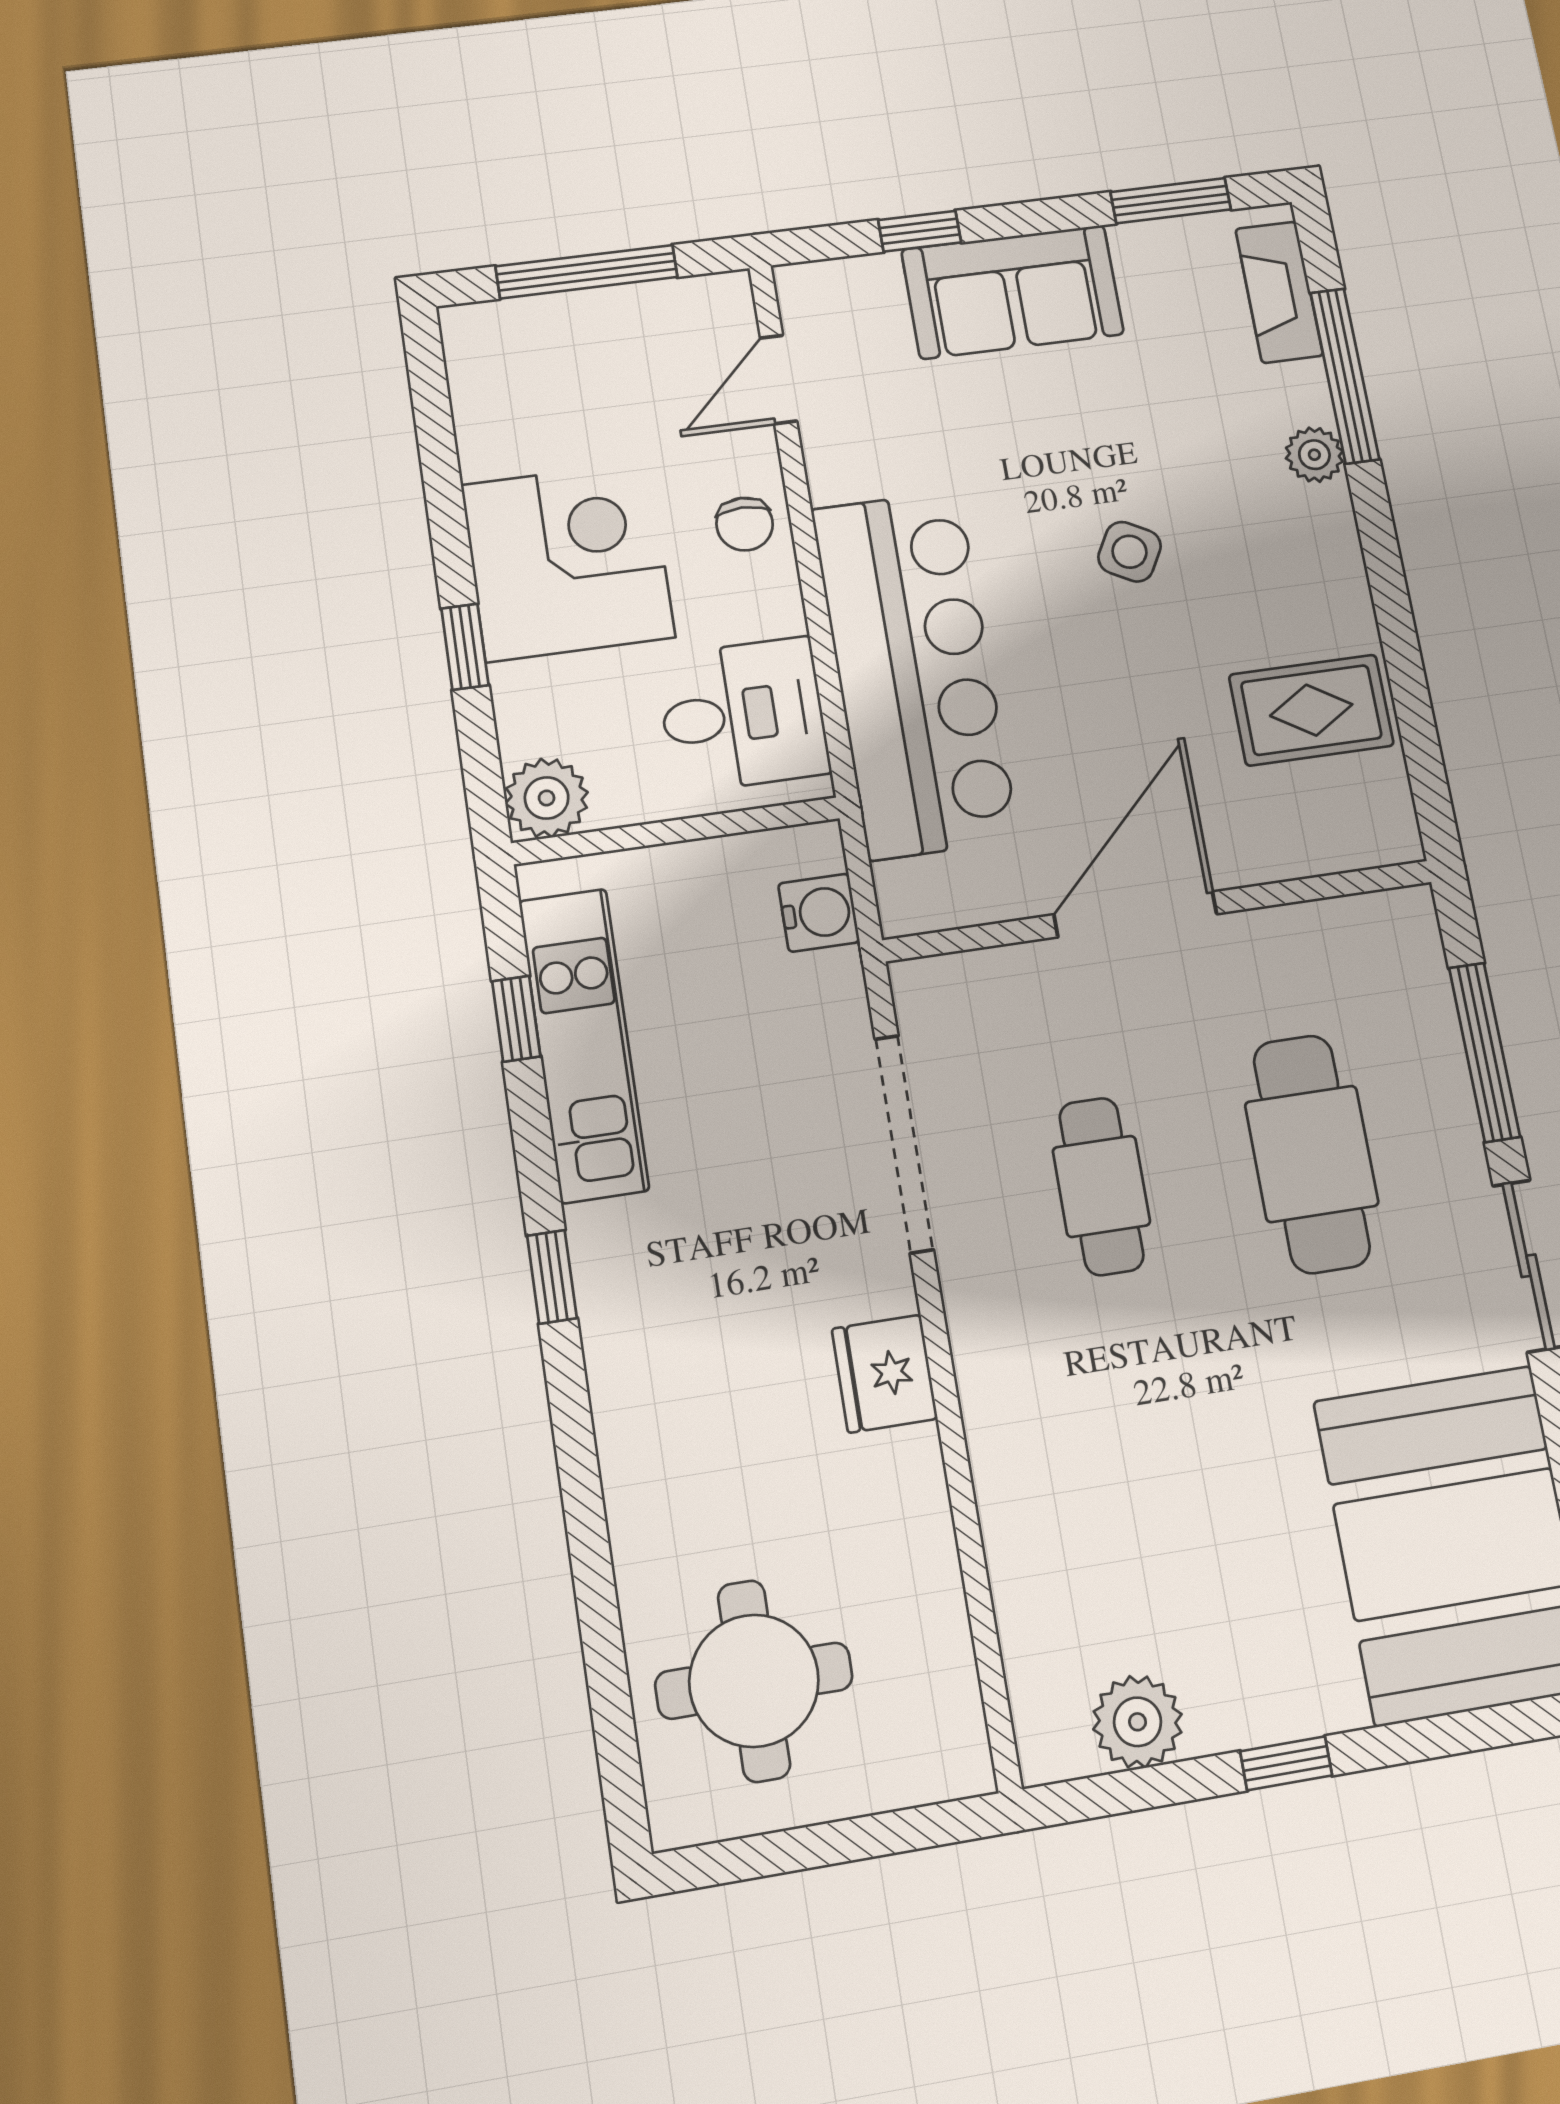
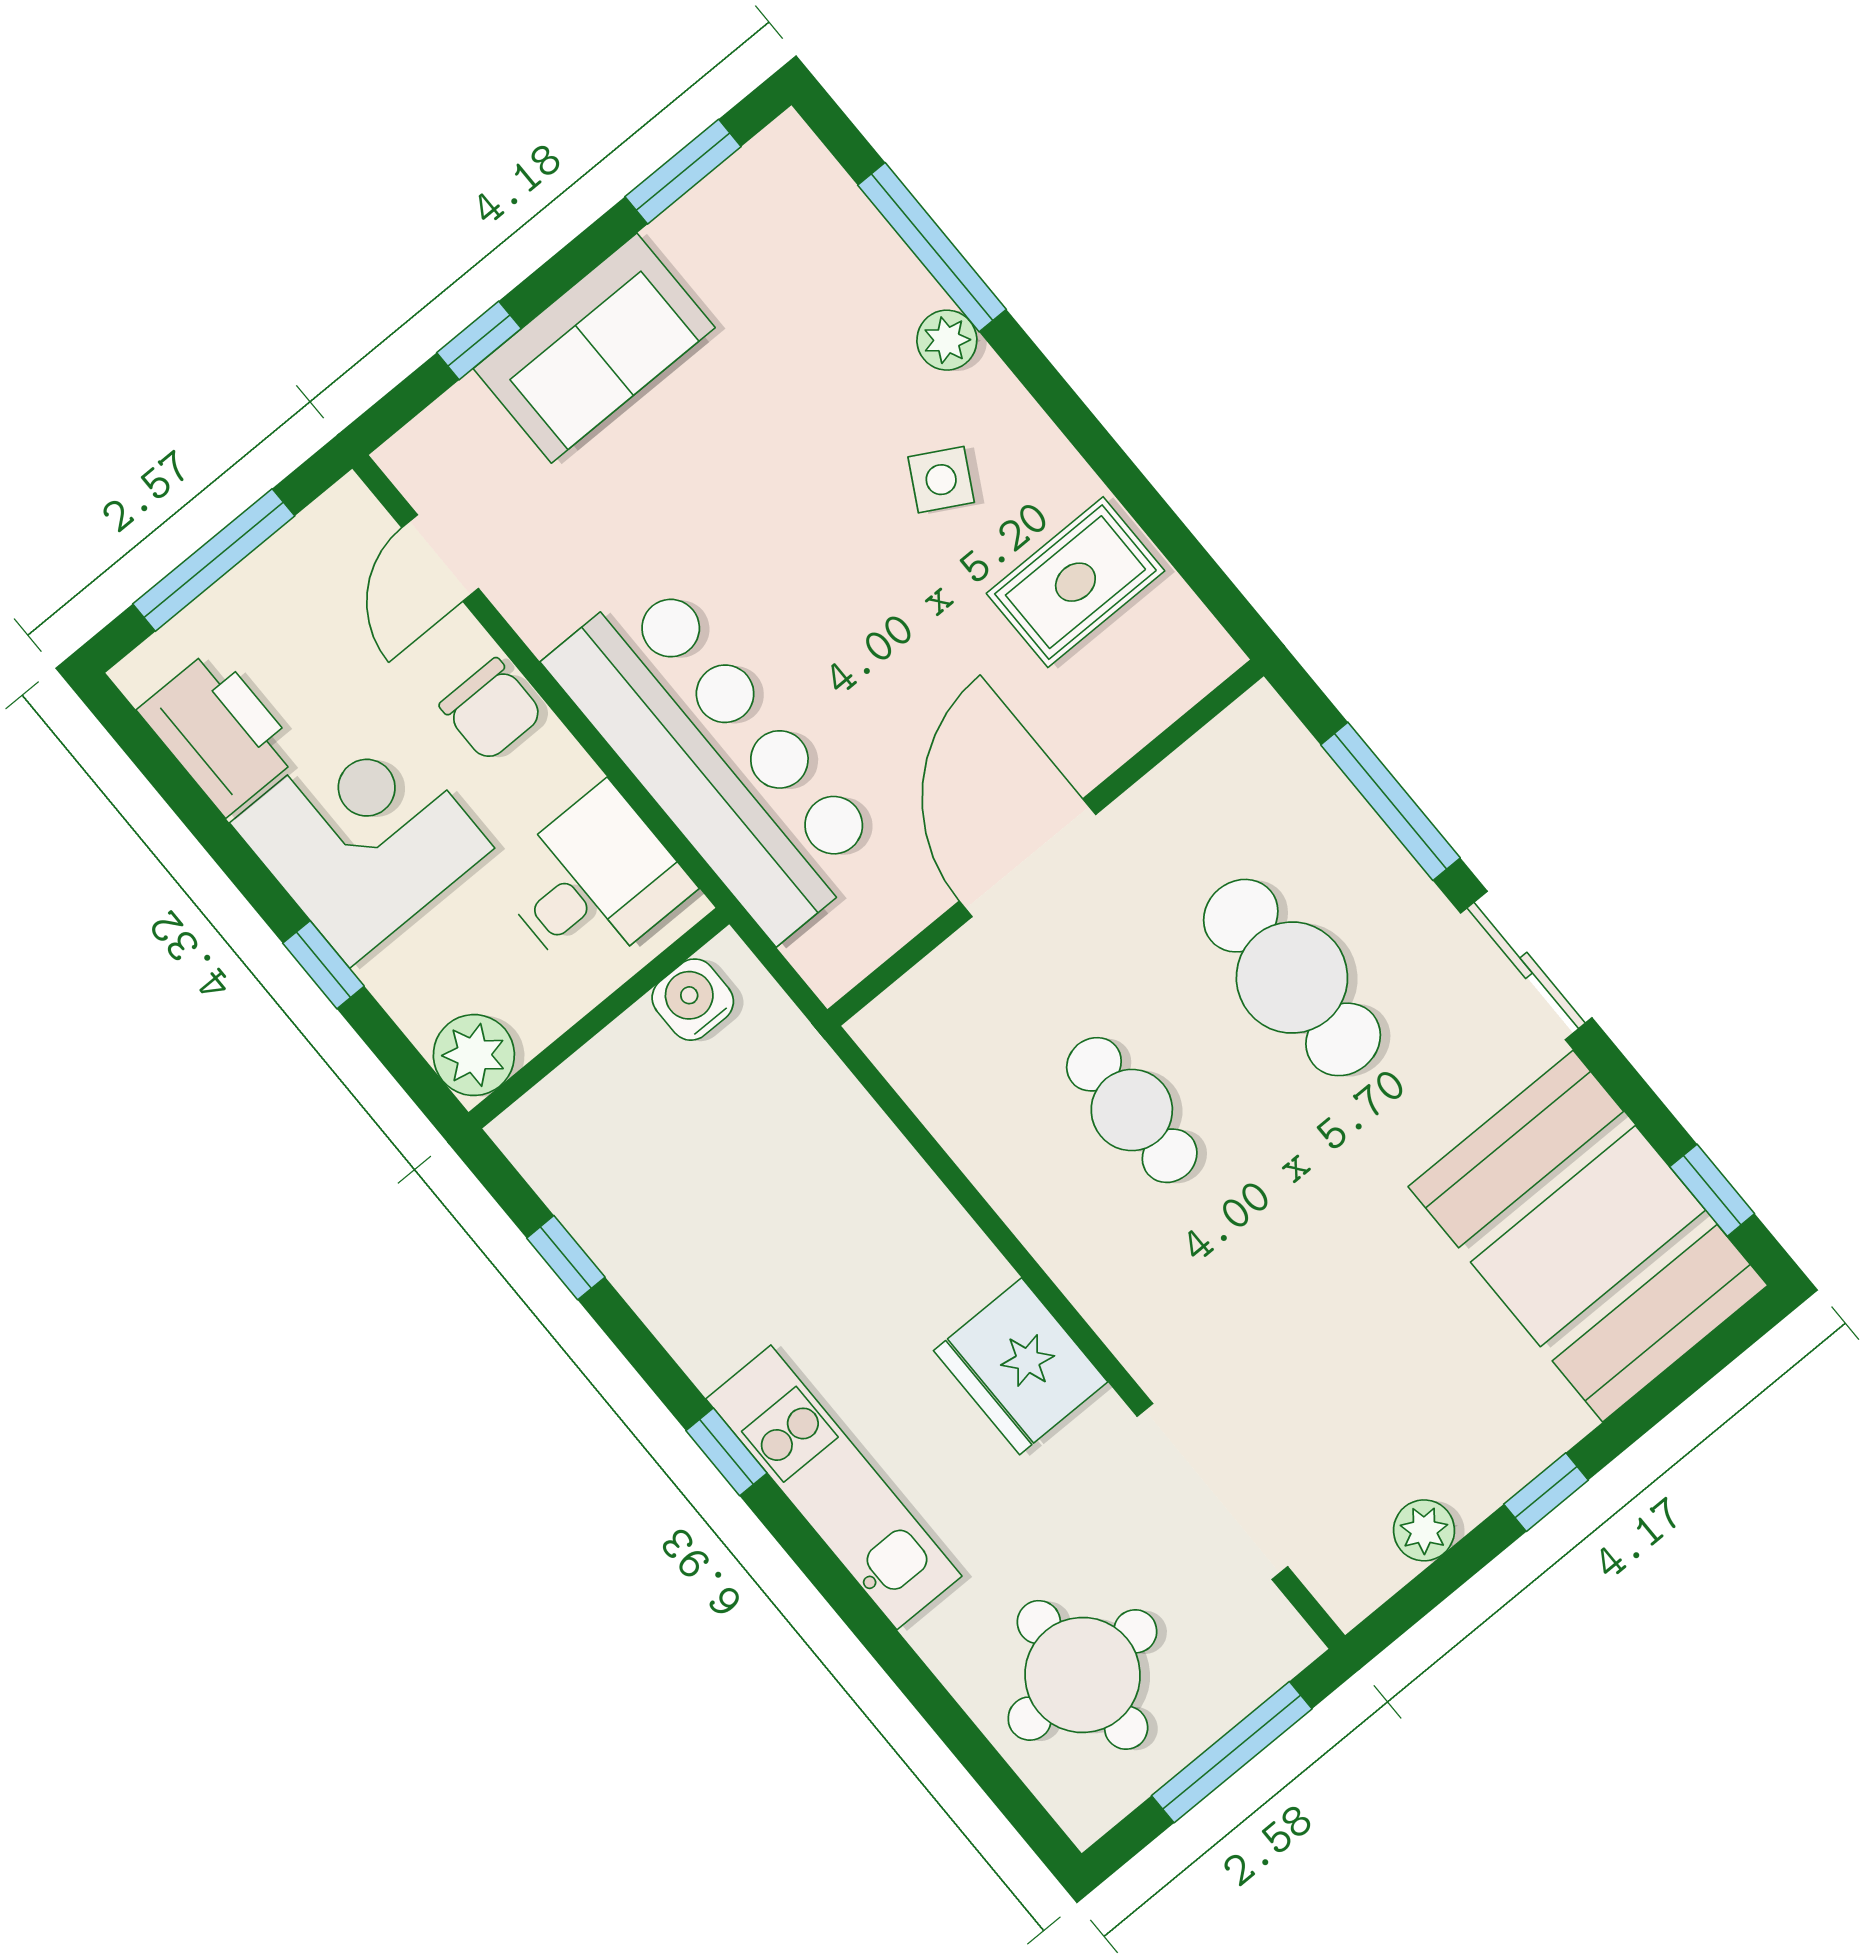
fireplace: (1279, 292) -> (829, 202), removed
printer: (501, 408) -> (220, 732), added
chair: (745, 524) -> (491, 710), width x1.37, depth x1.37
side table: (1130, 552) -> (941, 480), moved
water cooler: (819, 913) -> (693, 1000), moved, turned -90
kitchen unit: (584, 1045) -> (834, 1487), moved
doorway: (904, 1144) -> (1212, 1492), moved
fridge: (885, 1374) -> (1021, 1366), width x1.36, depth x1.34
plant: (1138, 1722) -> (1424, 1530), width x0.73, depth x0.73
window: (851, 1840) -> (1232, 1752), added

